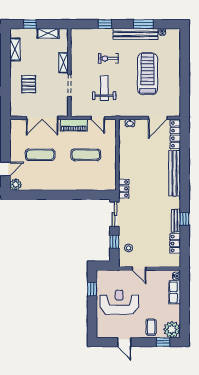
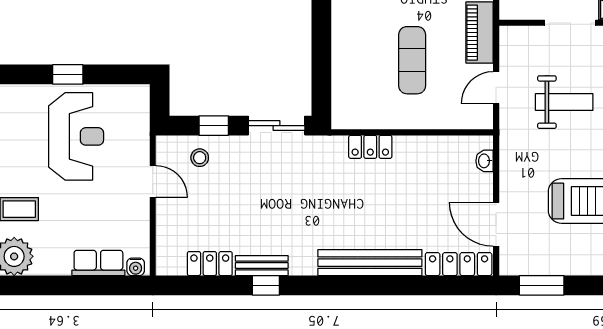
window: (185, 98) -> (542, 285), added
locker: (124, 189) -> (370, 147), moved
door: (139, 269) -> (153, 182), swing flipped
window: (92, 289) -> (68, 74), moved

